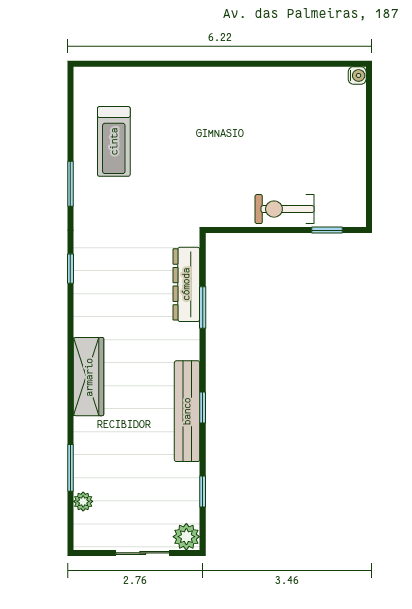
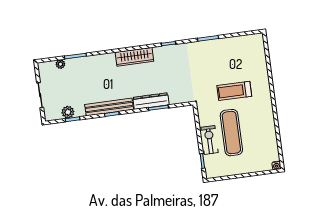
treadmill: (114, 141) -> (234, 91), moved
exercise mat: (275, 161) -> (231, 133), added
dresser: (186, 284) -> (151, 101), moved
wardrobe: (89, 377) -> (134, 57), moved
plant: (186, 537) -> (68, 112), moved

